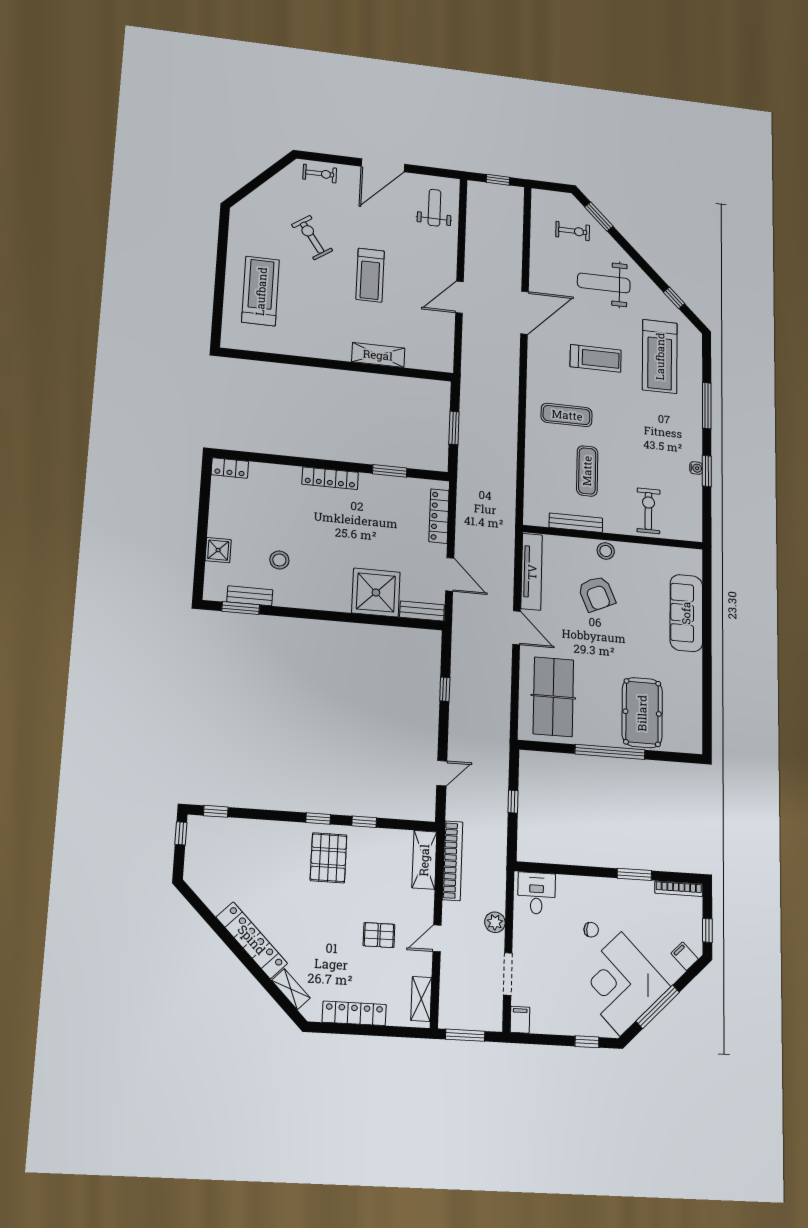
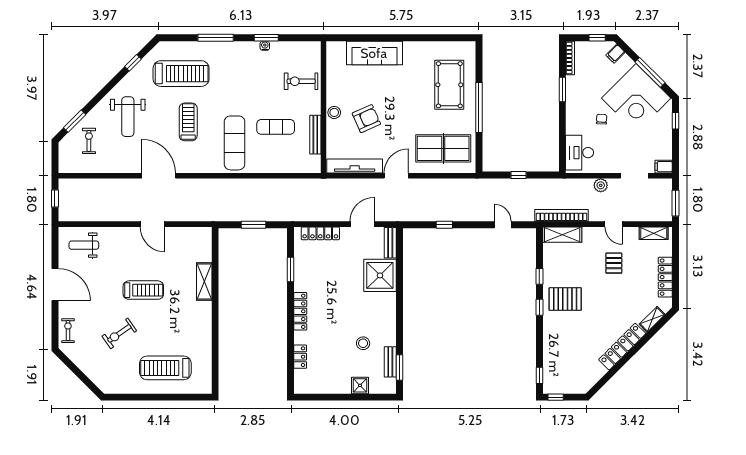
exercise mat: (567, 415) -> (235, 143), width x1.36, depth x1.45
locker: (230, 468) -> (300, 357), moved
pool table: (642, 713) -> (449, 85), turned 90
desk: (536, 893) -> (580, 153), width x1.37

